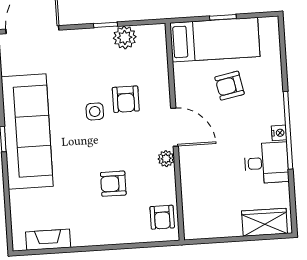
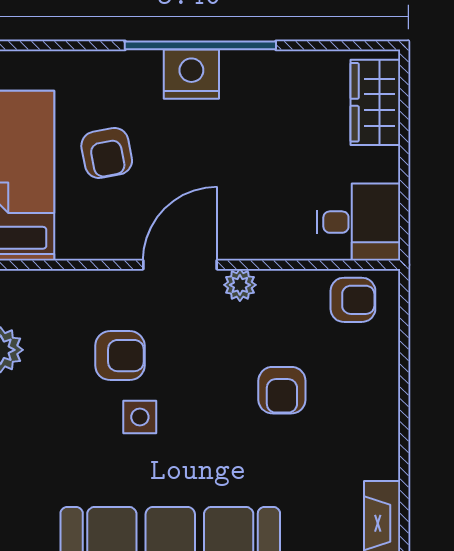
nightstand: (279, 133) -> (191, 74), width x1.89, depth x1.79
desk: (266, 163) -> (358, 222), moved, turned 90

